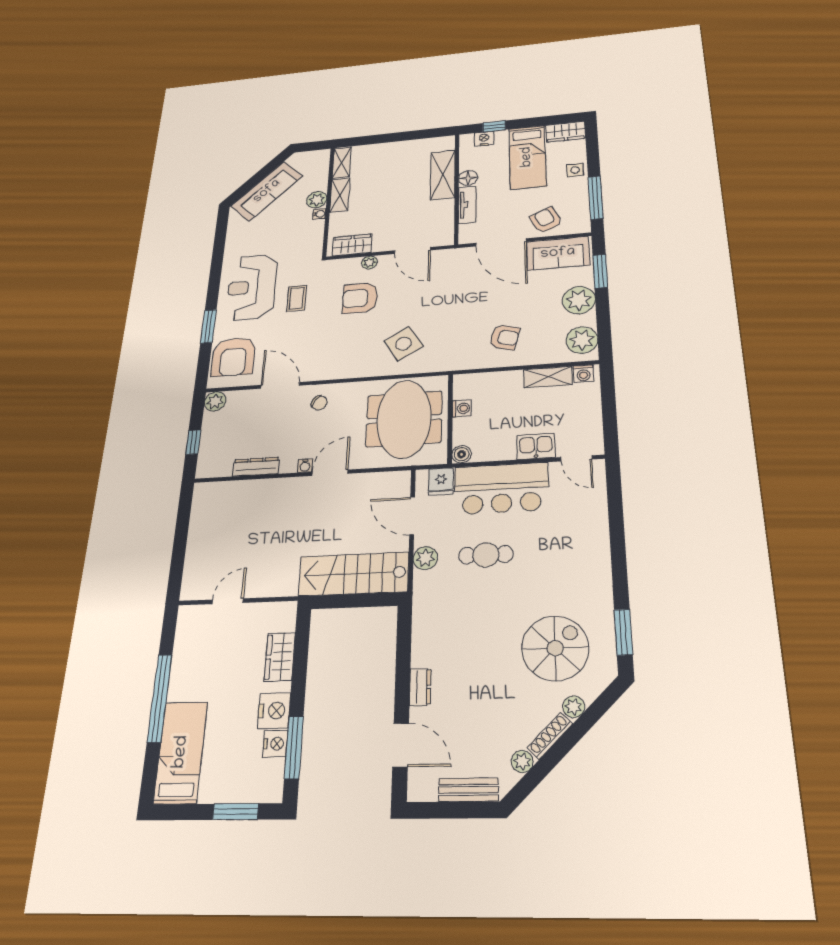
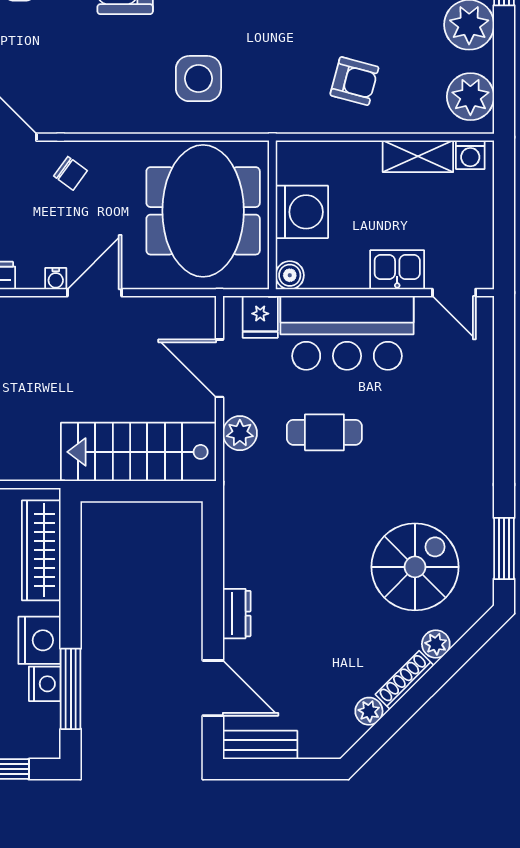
side table: (404, 344) -> (198, 79), turned 31
washing machine: (462, 408) -> (302, 212), width x1.89, depth x1.89
wardrobe: (280, 657) -> (41, 550), width x1.50
bench: (468, 790) -> (260, 745), moved

